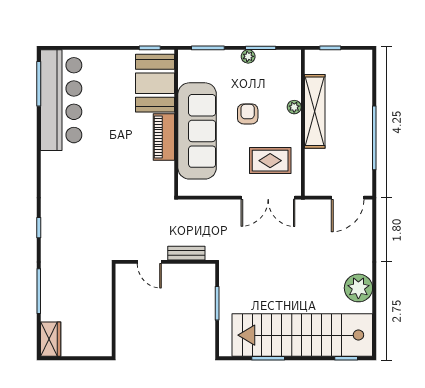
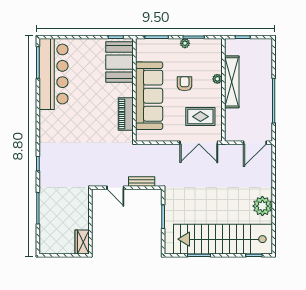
piano: (164, 137) -> (126, 114), moved
wardrobe: (51, 339) -> (82, 242), moved, turned 180

